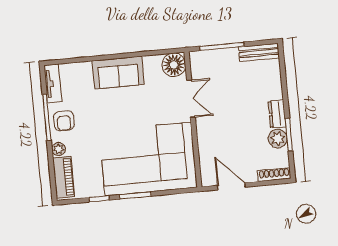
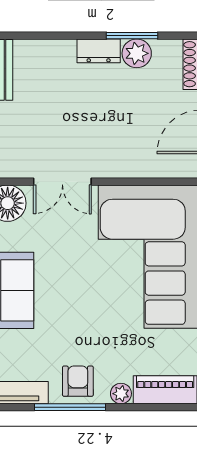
double door: (191, 99) -> (62, 182), swing flipped
armchair: (64, 121) -> (78, 381), turned -90

